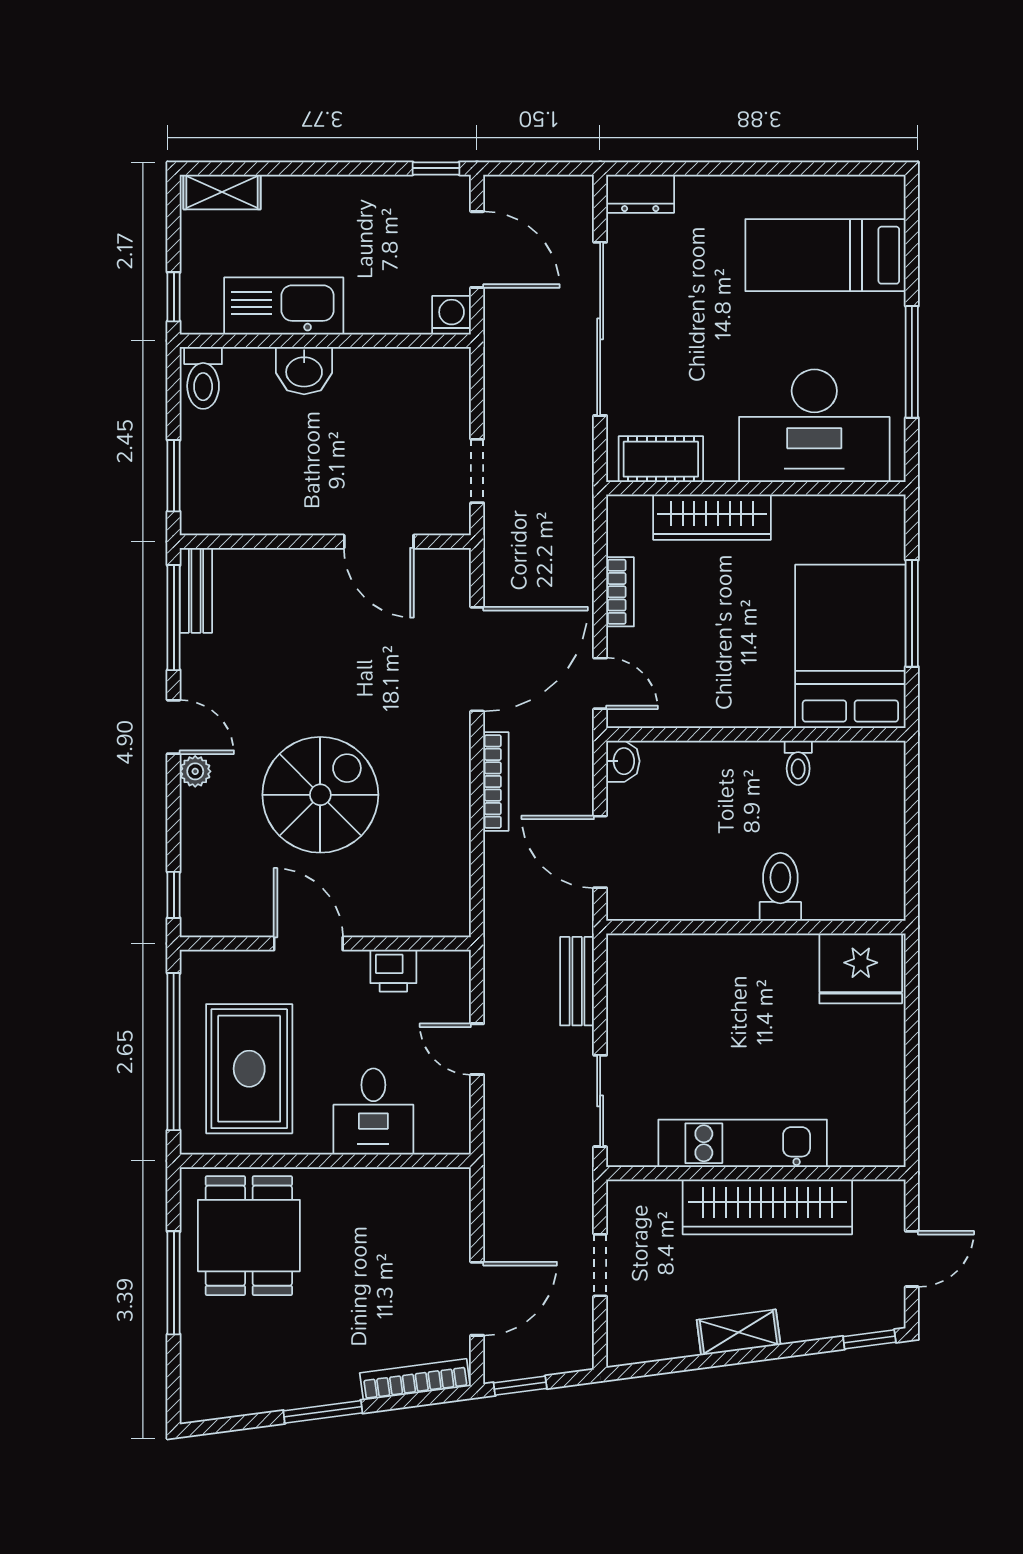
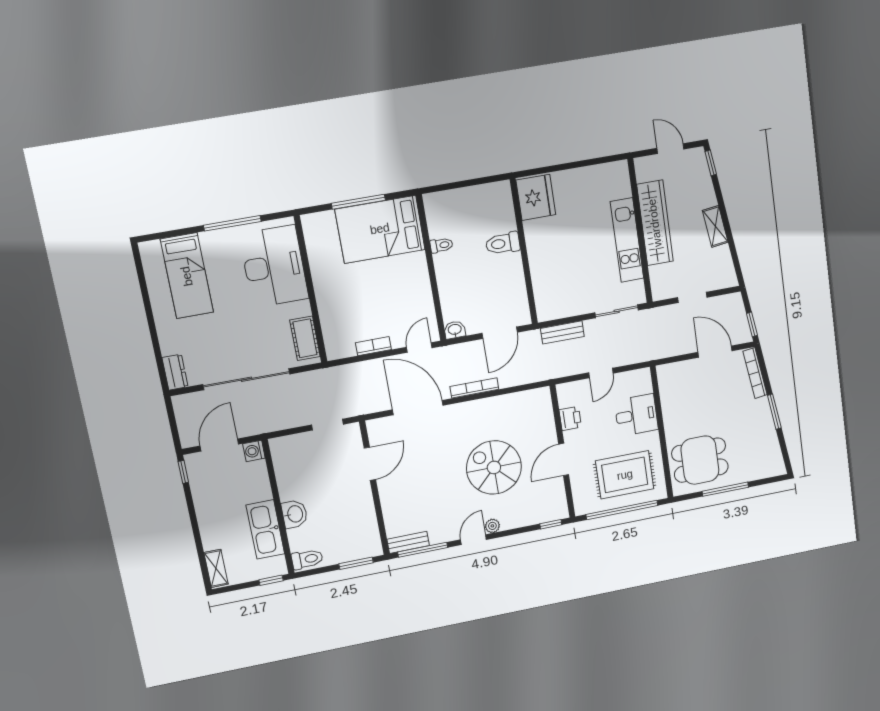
wardrobe: (712, 517) -> (329, 308), removed

